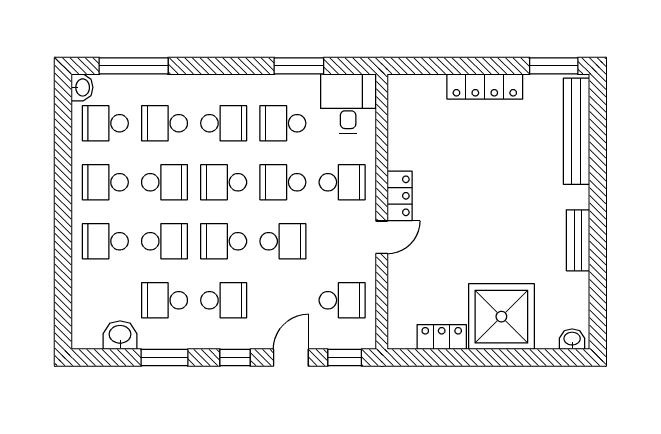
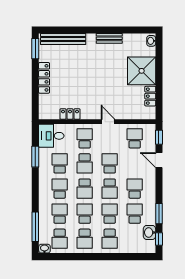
school desk: (164, 123) -> (60, 214), turned 180
school desk: (283, 123) -> (60, 163), turned 180
locker: (400, 196) -> (70, 114), moved
school desk: (164, 300) -> (135, 214), turned 180
window: (235, 358) -> (159, 239), moved

